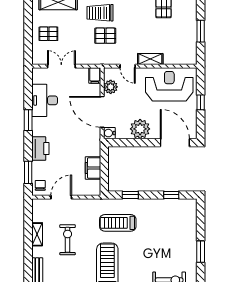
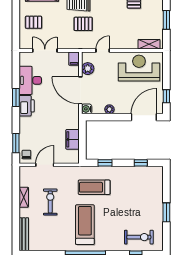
shelving: (150, 59) -> (149, 44), moved
door: (128, 66) -> (103, 51), swing flipped
window: (201, 102) -> (166, 96), moved
plant: (140, 129) -> (109, 109), width x0.53, depth x0.53
door: (175, 143) -> (144, 117), hinge flipped
printer: (40, 149) -> (27, 106), moved

